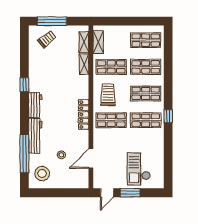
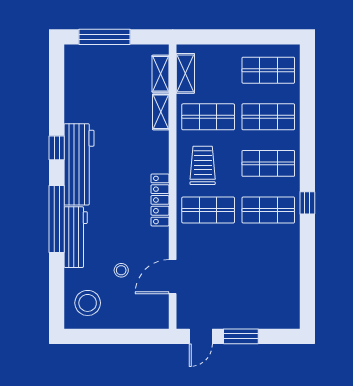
trolley: (47, 39) -> (96, 69), removed
workbench: (35, 105) -> (79, 164), width x1.88, depth x1.32
window: (24, 154) -> (57, 219), moved
checkout: (139, 169) -> (256, 295), removed

